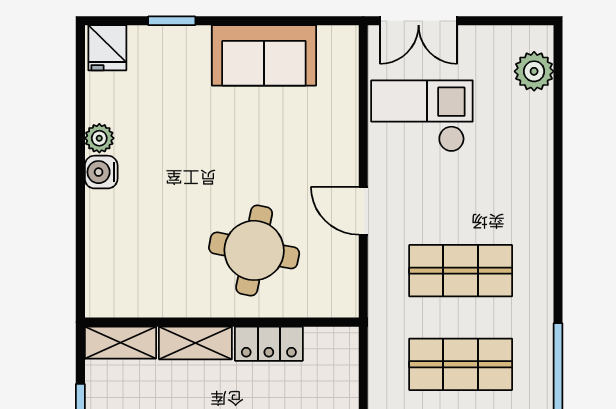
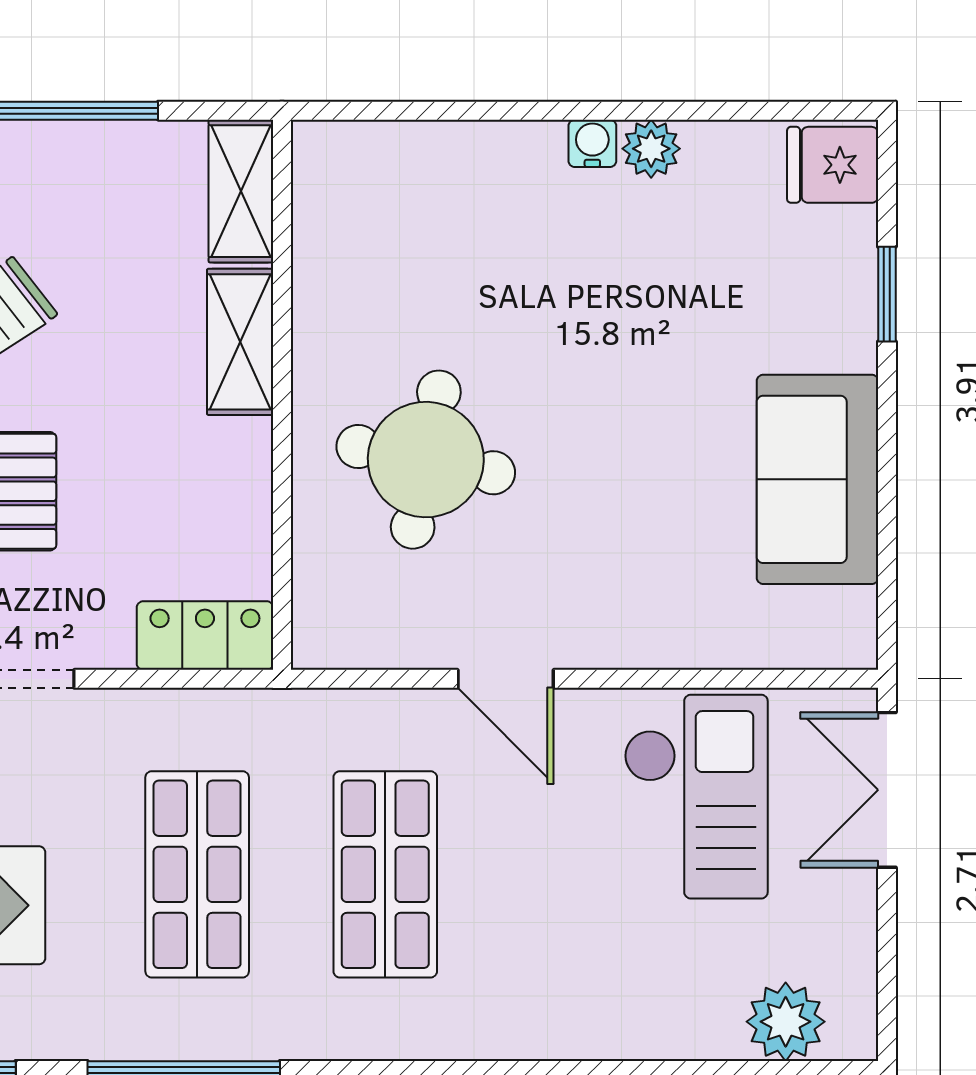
water cooler: (101, 172) -> (592, 143), width x0.72, depth x0.72
door: (363, 211) -> (506, 679), swing flipped
locker: (269, 344) -> (205, 636), moved, turned 90

